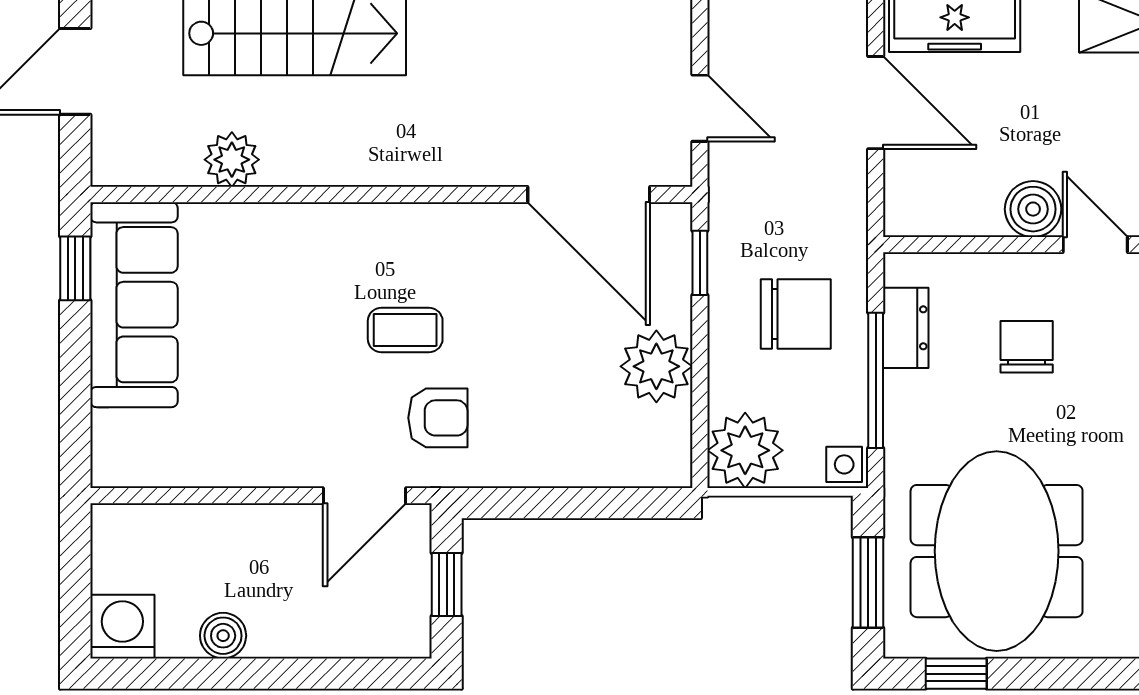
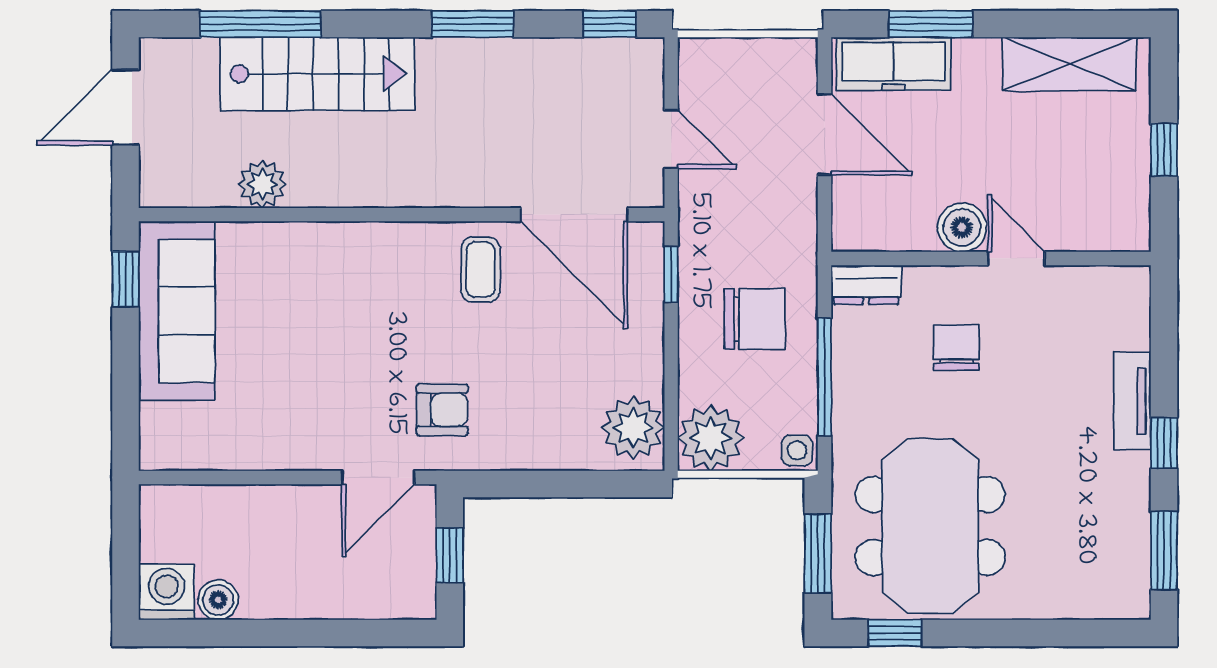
dresser: (906, 328) -> (866, 285), moved, turned 90
coffee table: (405, 330) -> (481, 270), moved, turned 90
plant: (656, 366) -> (633, 428), moved
boiler: (223, 636) -> (218, 600), moved

